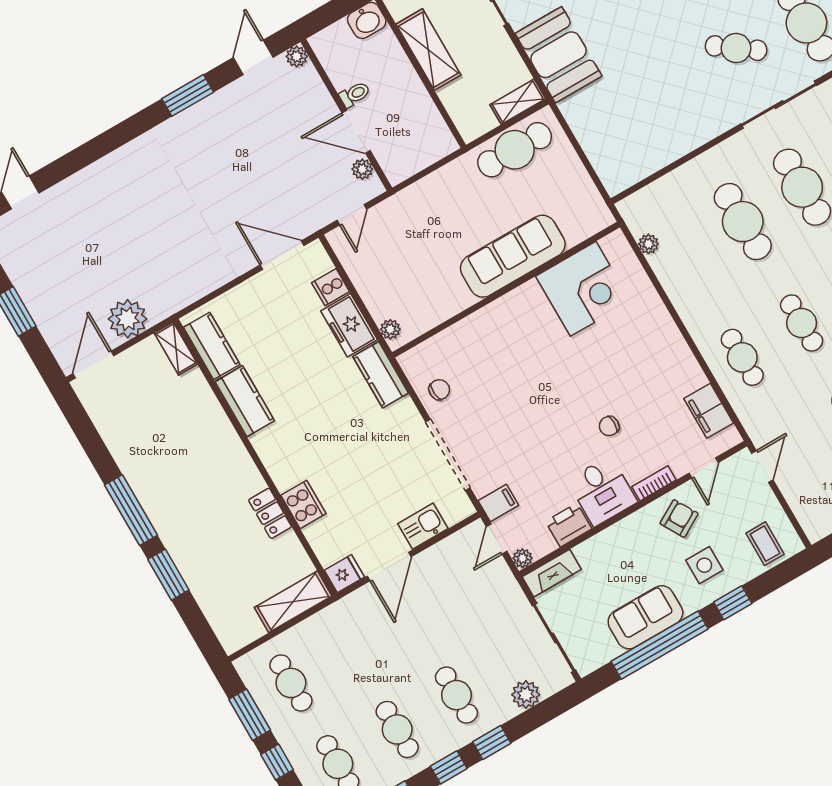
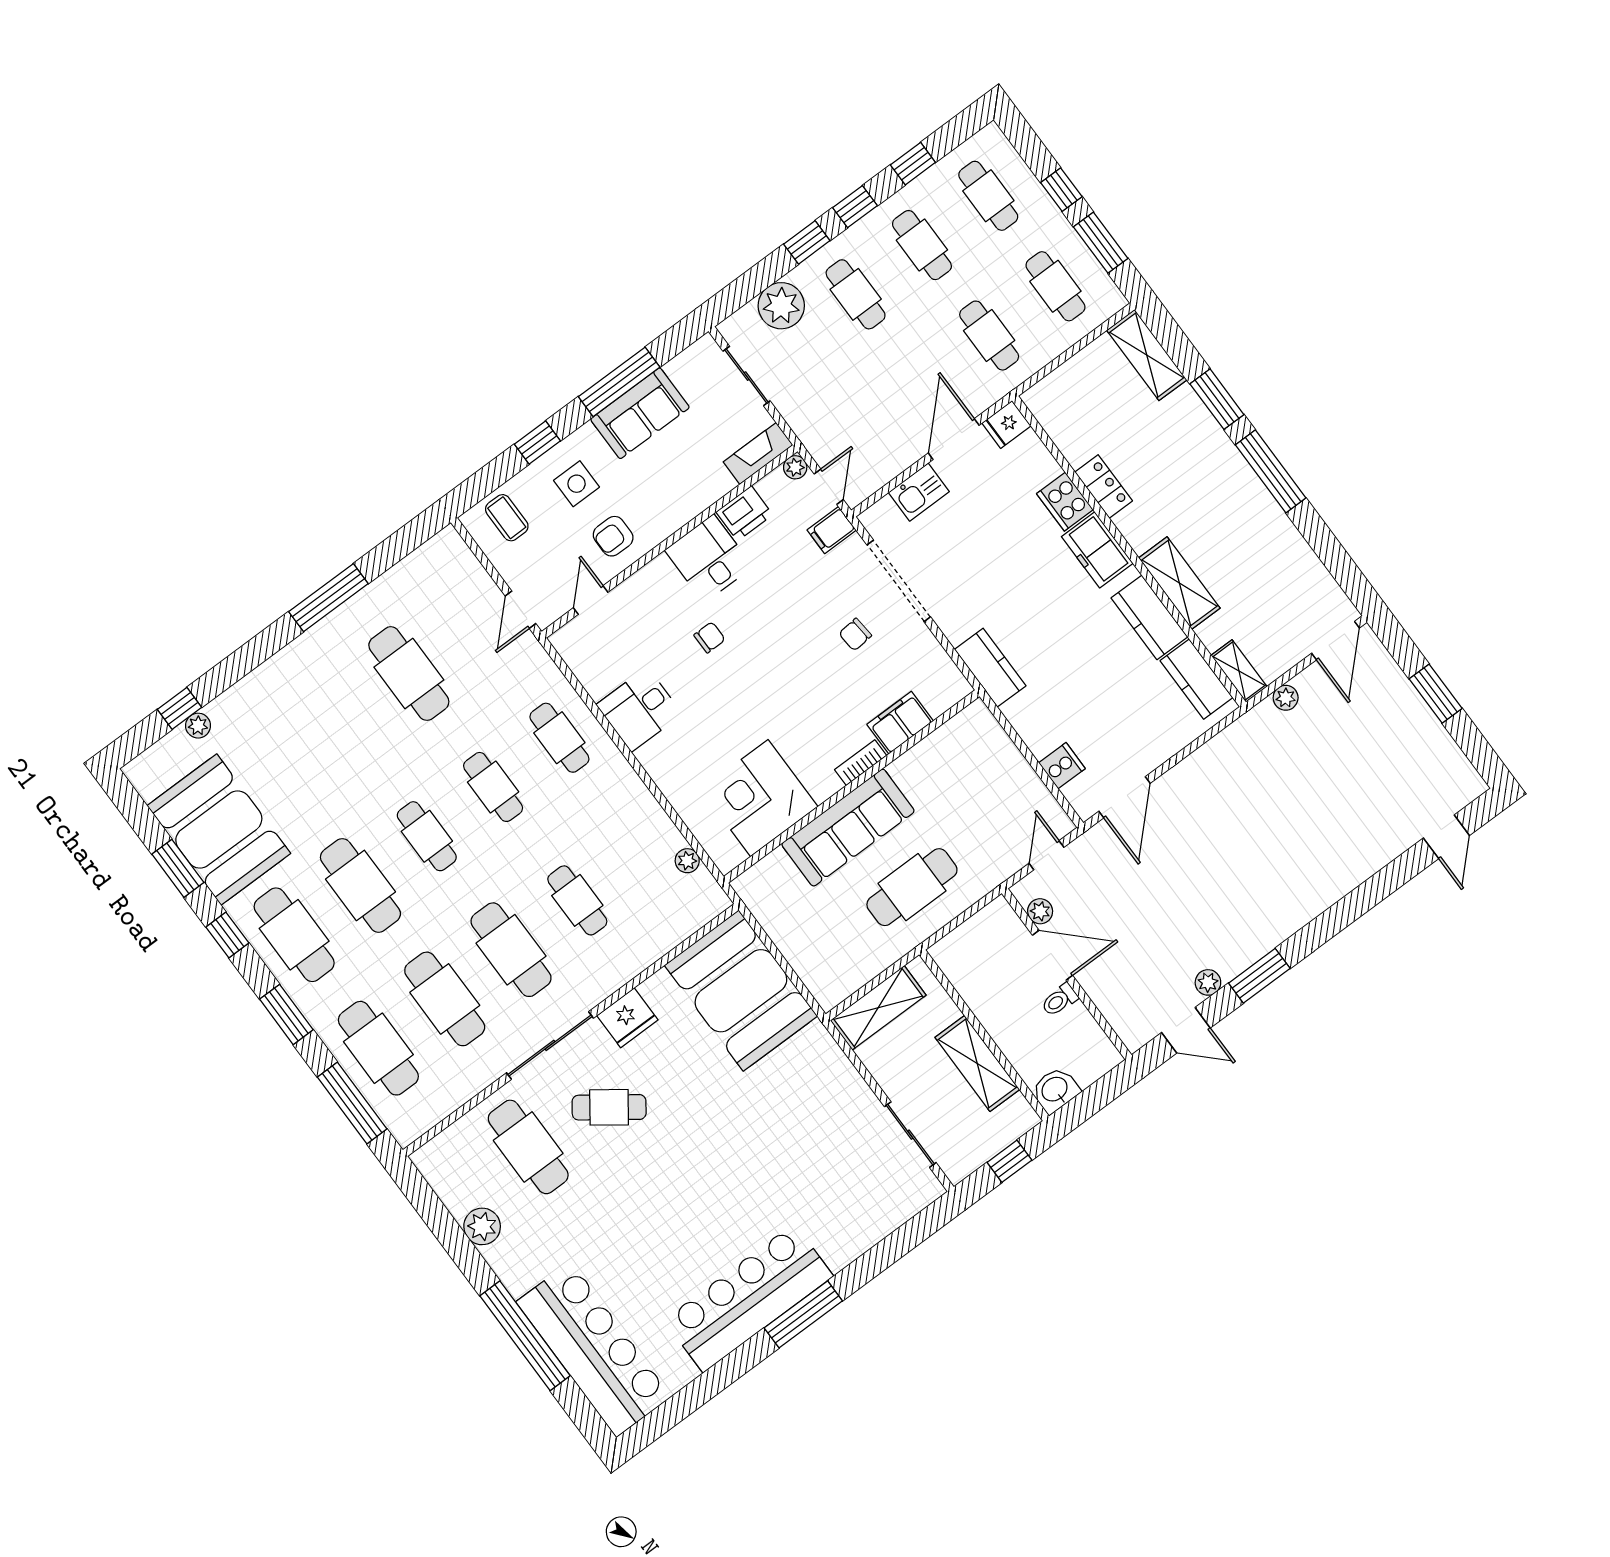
booth: (558, 55) -> (741, 991), moved, width x1.36, depth x1.42
plant: (297, 56) -> (1208, 982), moved
door: (253, 57) -> (1186, 1030), hinge flipped
shelving: (518, 102) -> (878, 1008), width x1.50, depth x1.33
fridge: (713, 120) -> (627, 1018), added
cafe table: (515, 150) -> (912, 887), moved
cafe table: (743, 222) -> (577, 900), width x0.73, depth x0.74
door: (282, 255) -> (1125, 797), hinge flipped
plant: (128, 319) -> (1286, 698), width x0.53, depth x0.53
freezer: (349, 325) -> (1097, 550), moved, turned 180
plant: (390, 329) -> (985, 723), removed
desk: (674, 373) -> (639, 709), added
chair: (439, 390) -> (855, 634), moved
filing cabinet: (709, 411) -> (900, 723), moved, turned -90
shelving: (217, 427) -> (1179, 583), added
bookcase: (654, 483) -> (861, 763), moved, turned 180
armchair: (679, 518) -> (613, 536), turned 30
shelving: (293, 602) -> (1147, 355), moved, turned 90
sliding door: (554, 638) -> (747, 376), width x0.73
window: (660, 645) -> (619, 382), width x0.68
cafe table: (350, 649) -> (989, 336), added
plant: (526, 695) -> (781, 306), width x1.36, depth x1.36

